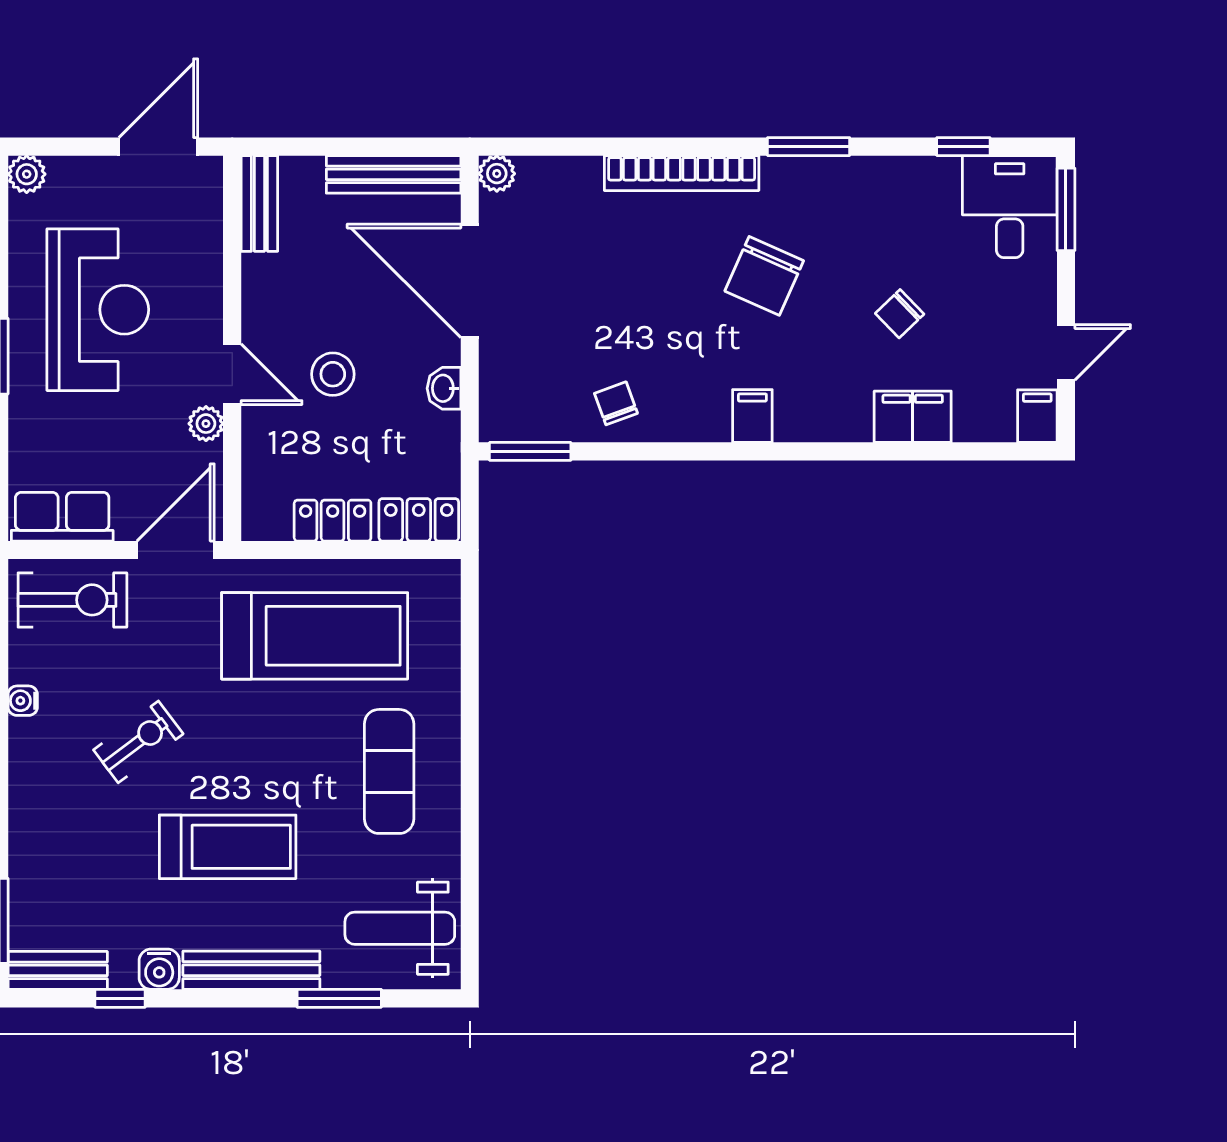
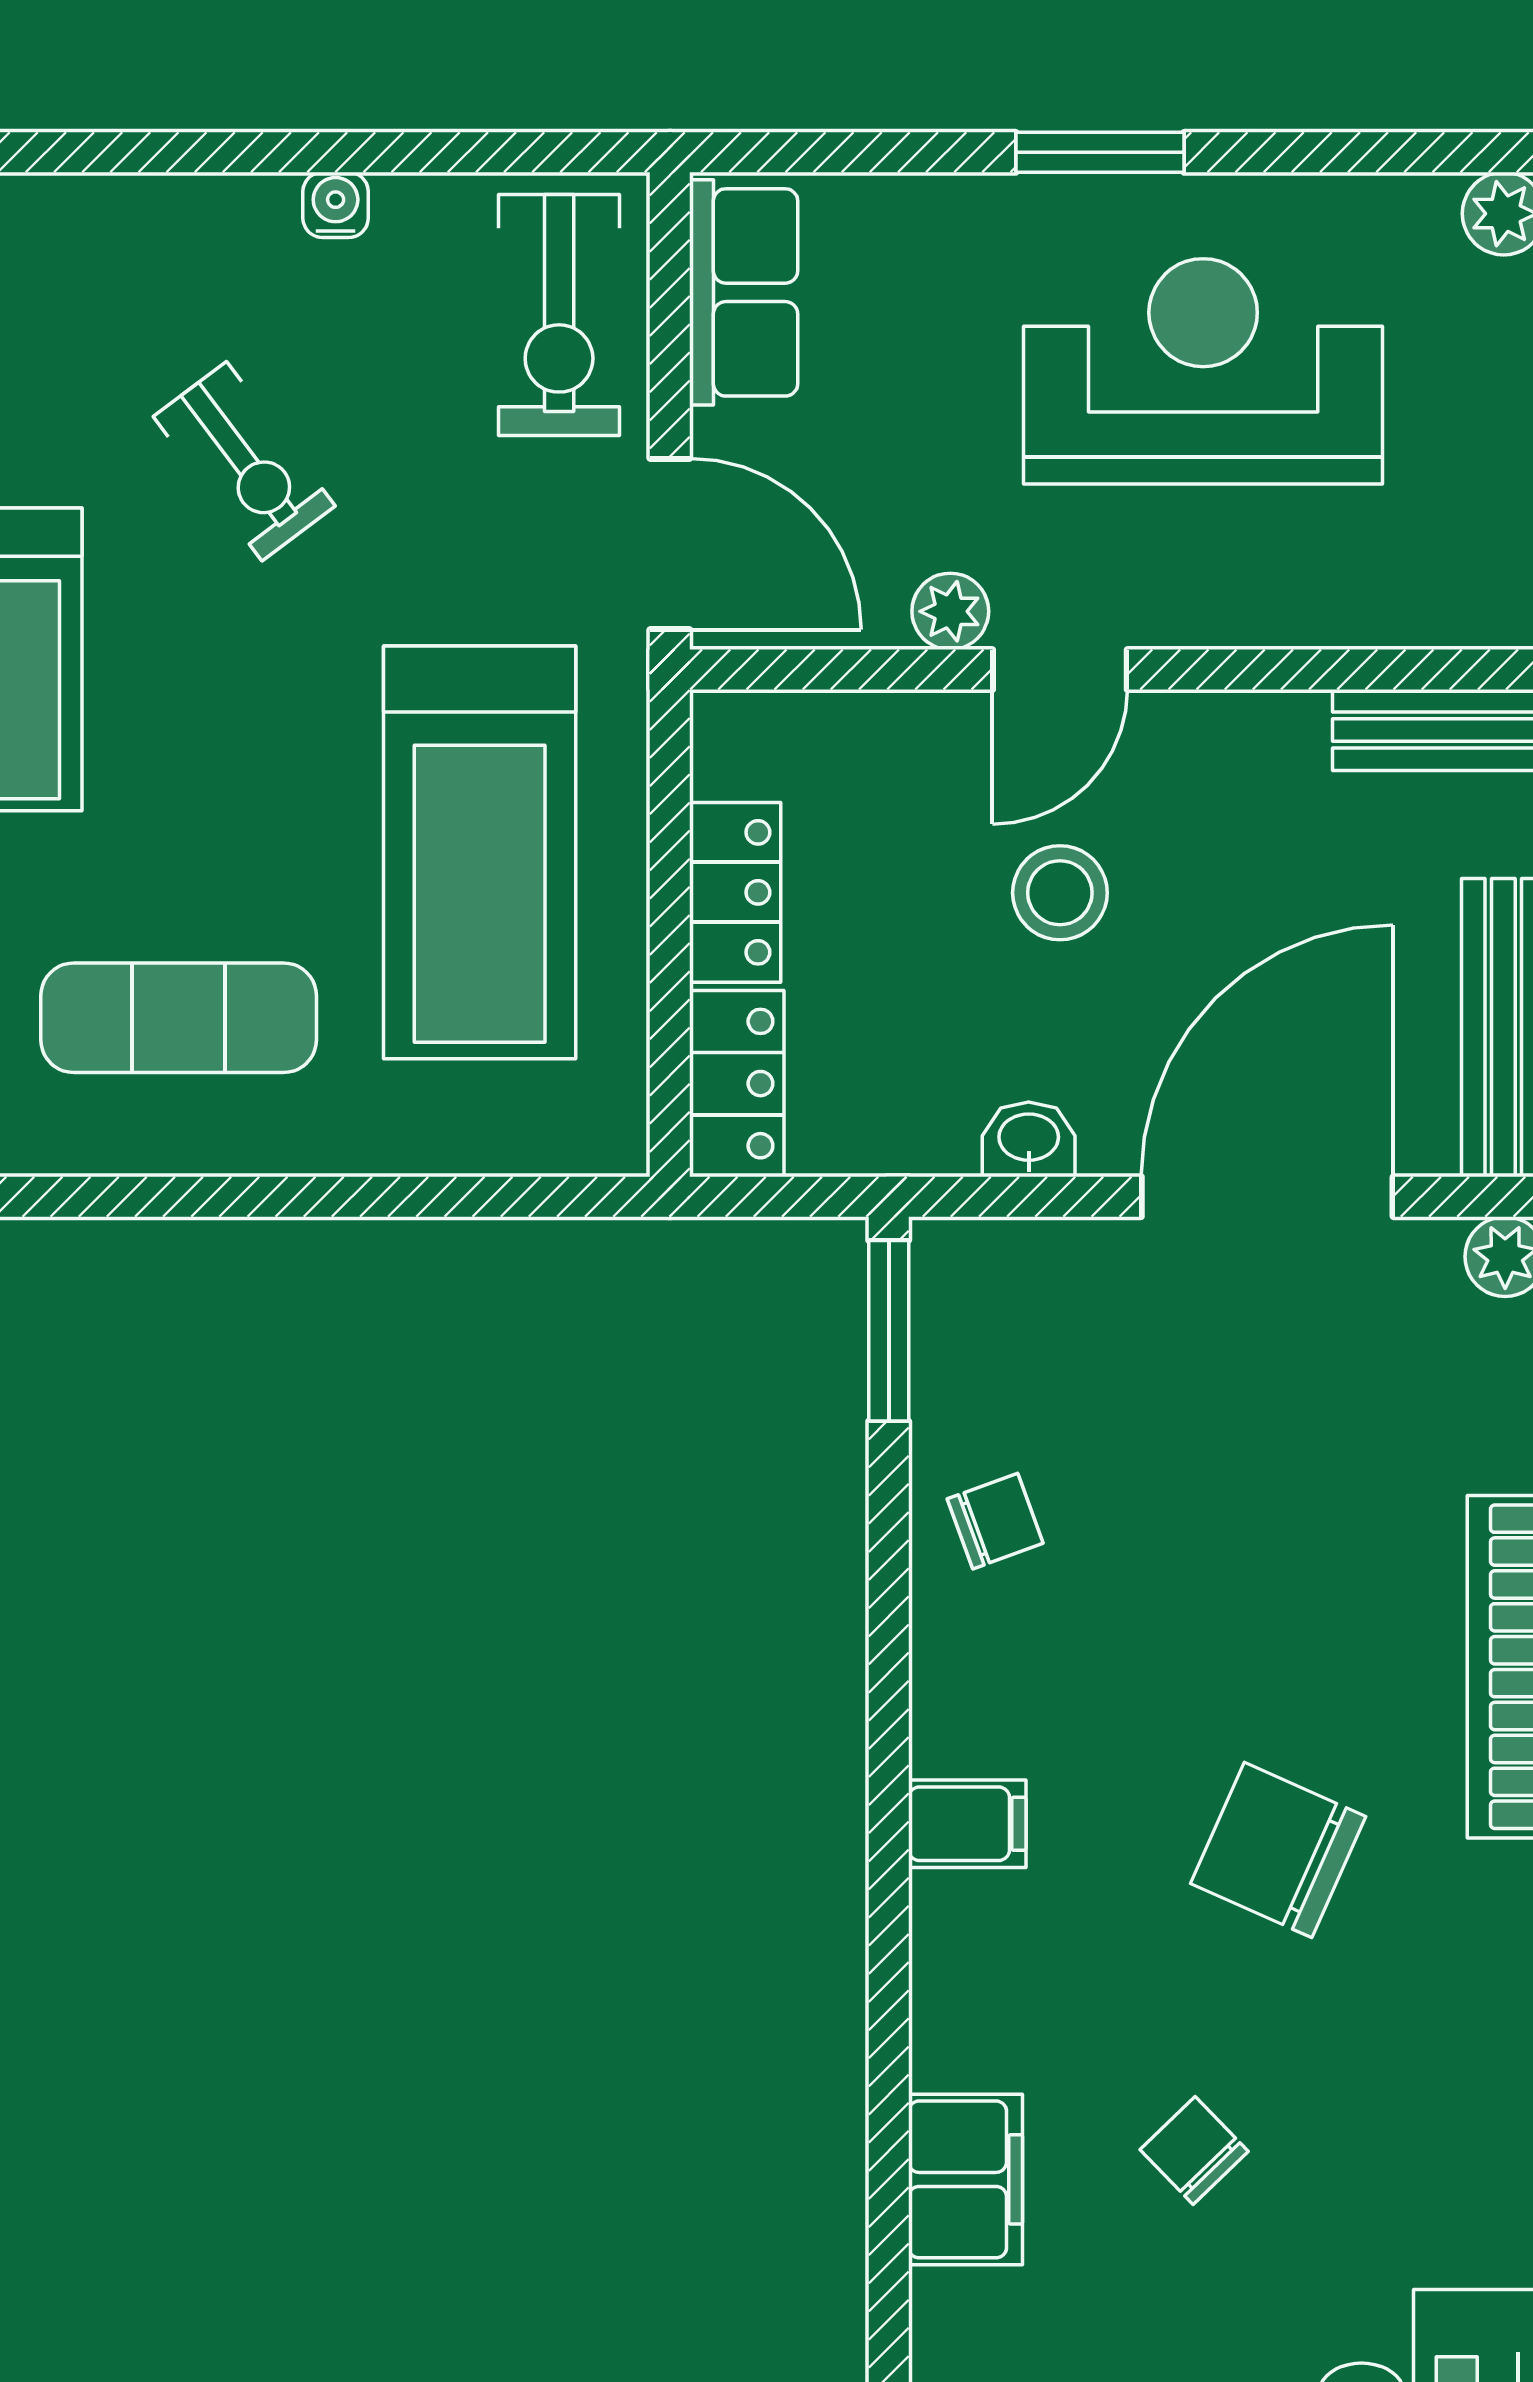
reception desk: (98, 310) -> (1203, 371), turned 180

